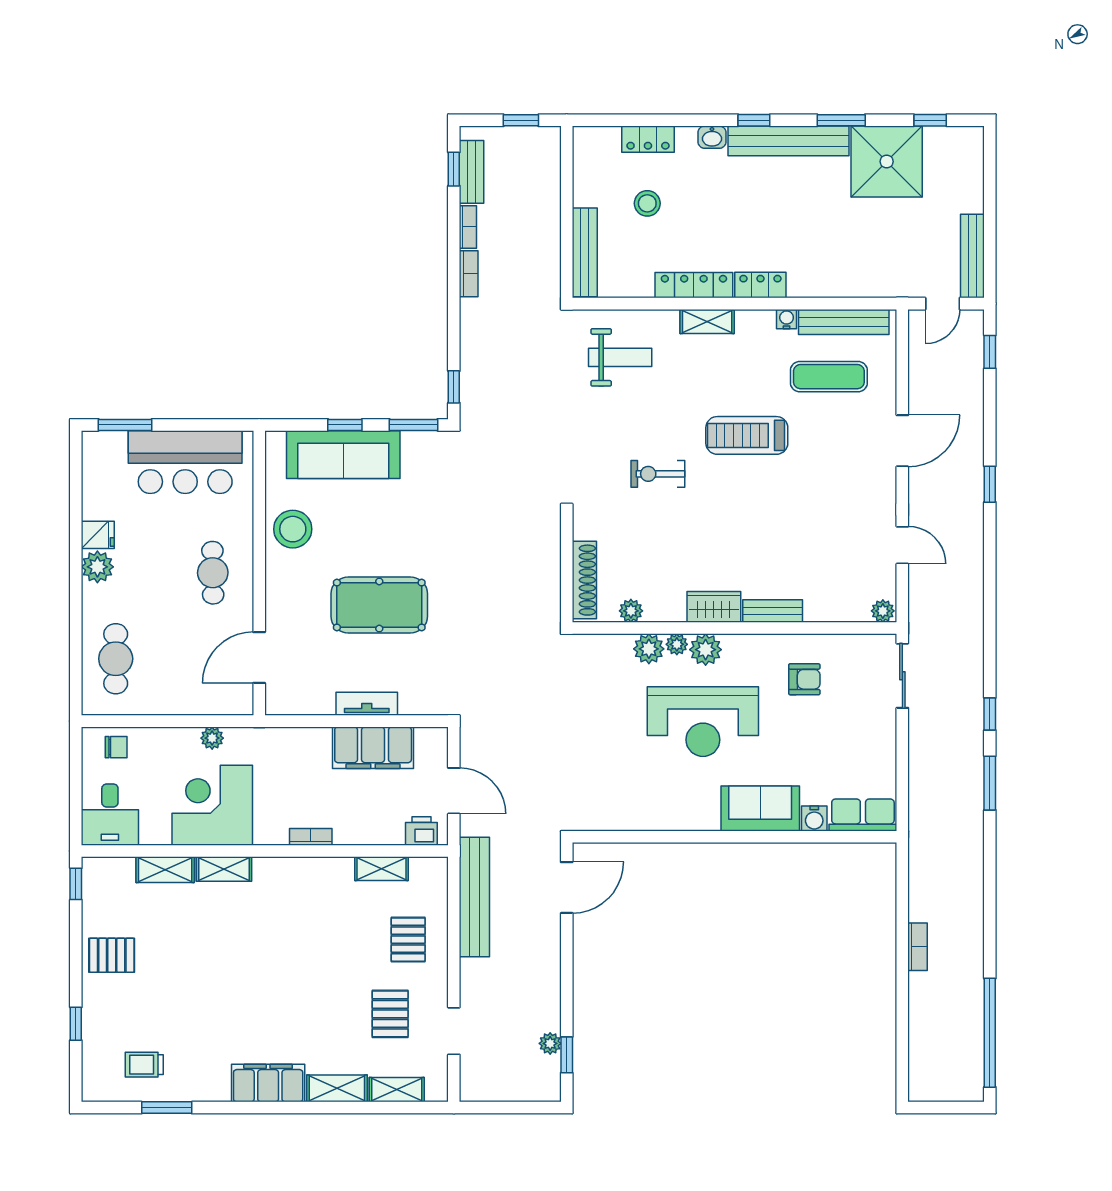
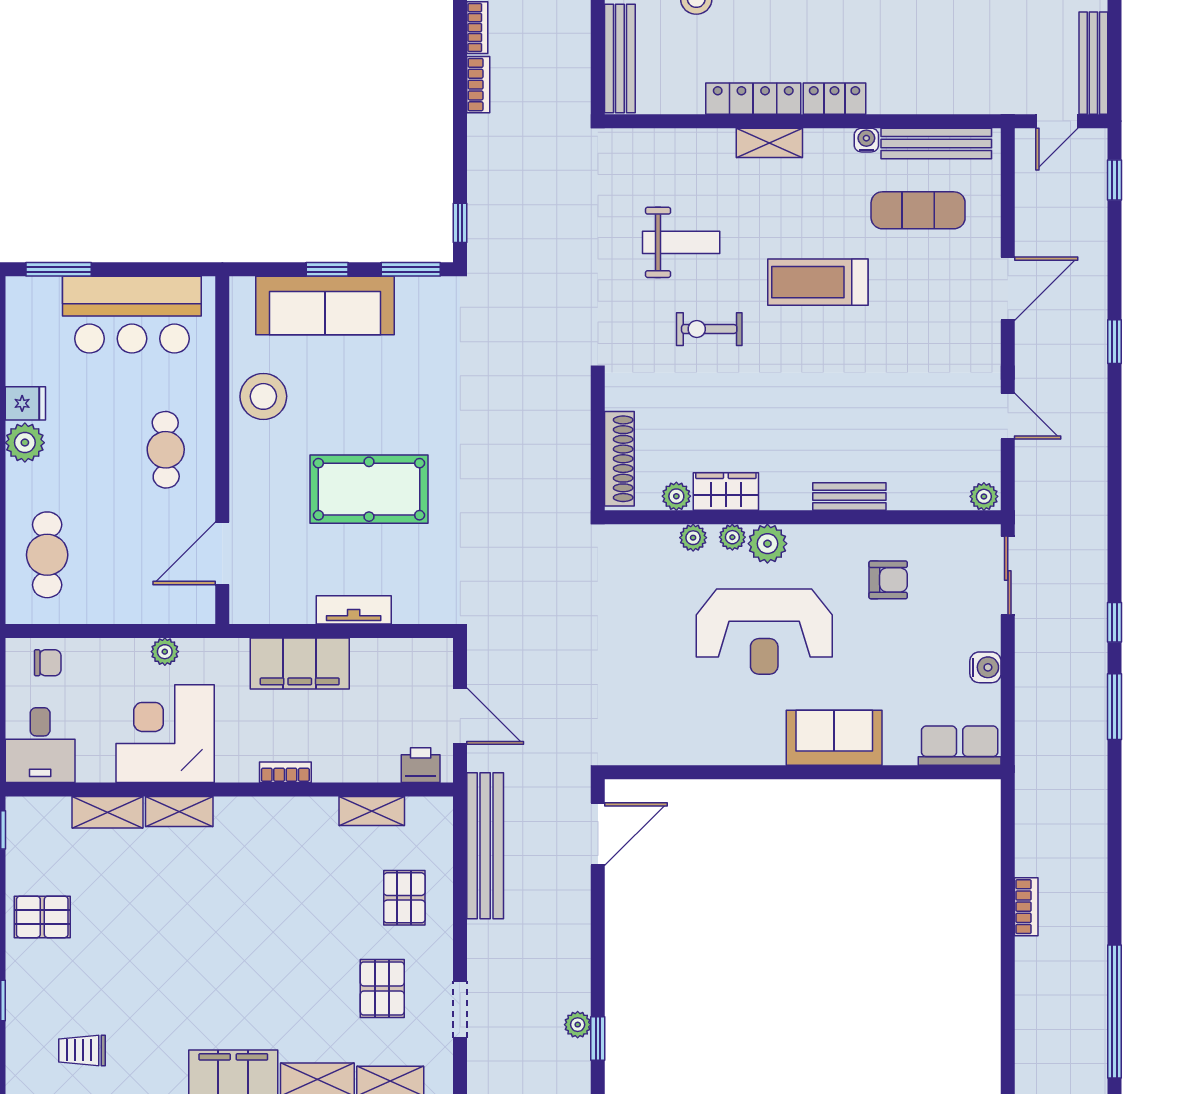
weight bench: (620, 357) -> (681, 242), moved
wardrobe: (714, 607) -> (726, 492), moved
plant: (649, 649) -> (693, 538), width x0.73, depth x0.73
filing cabinet: (373, 748) -> (300, 663), moved
water cooler: (814, 818) -> (985, 667), moved, turned -90

